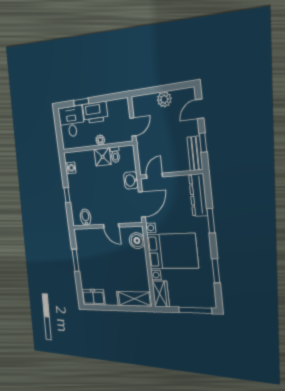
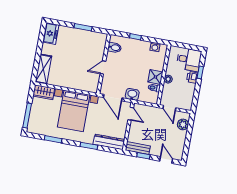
plant: (164, 99) -> (183, 124), moved
printer: (95, 112) -> (192, 77), width x0.53, depth x0.68
boiler: (137, 241) -> (87, 85), removed

